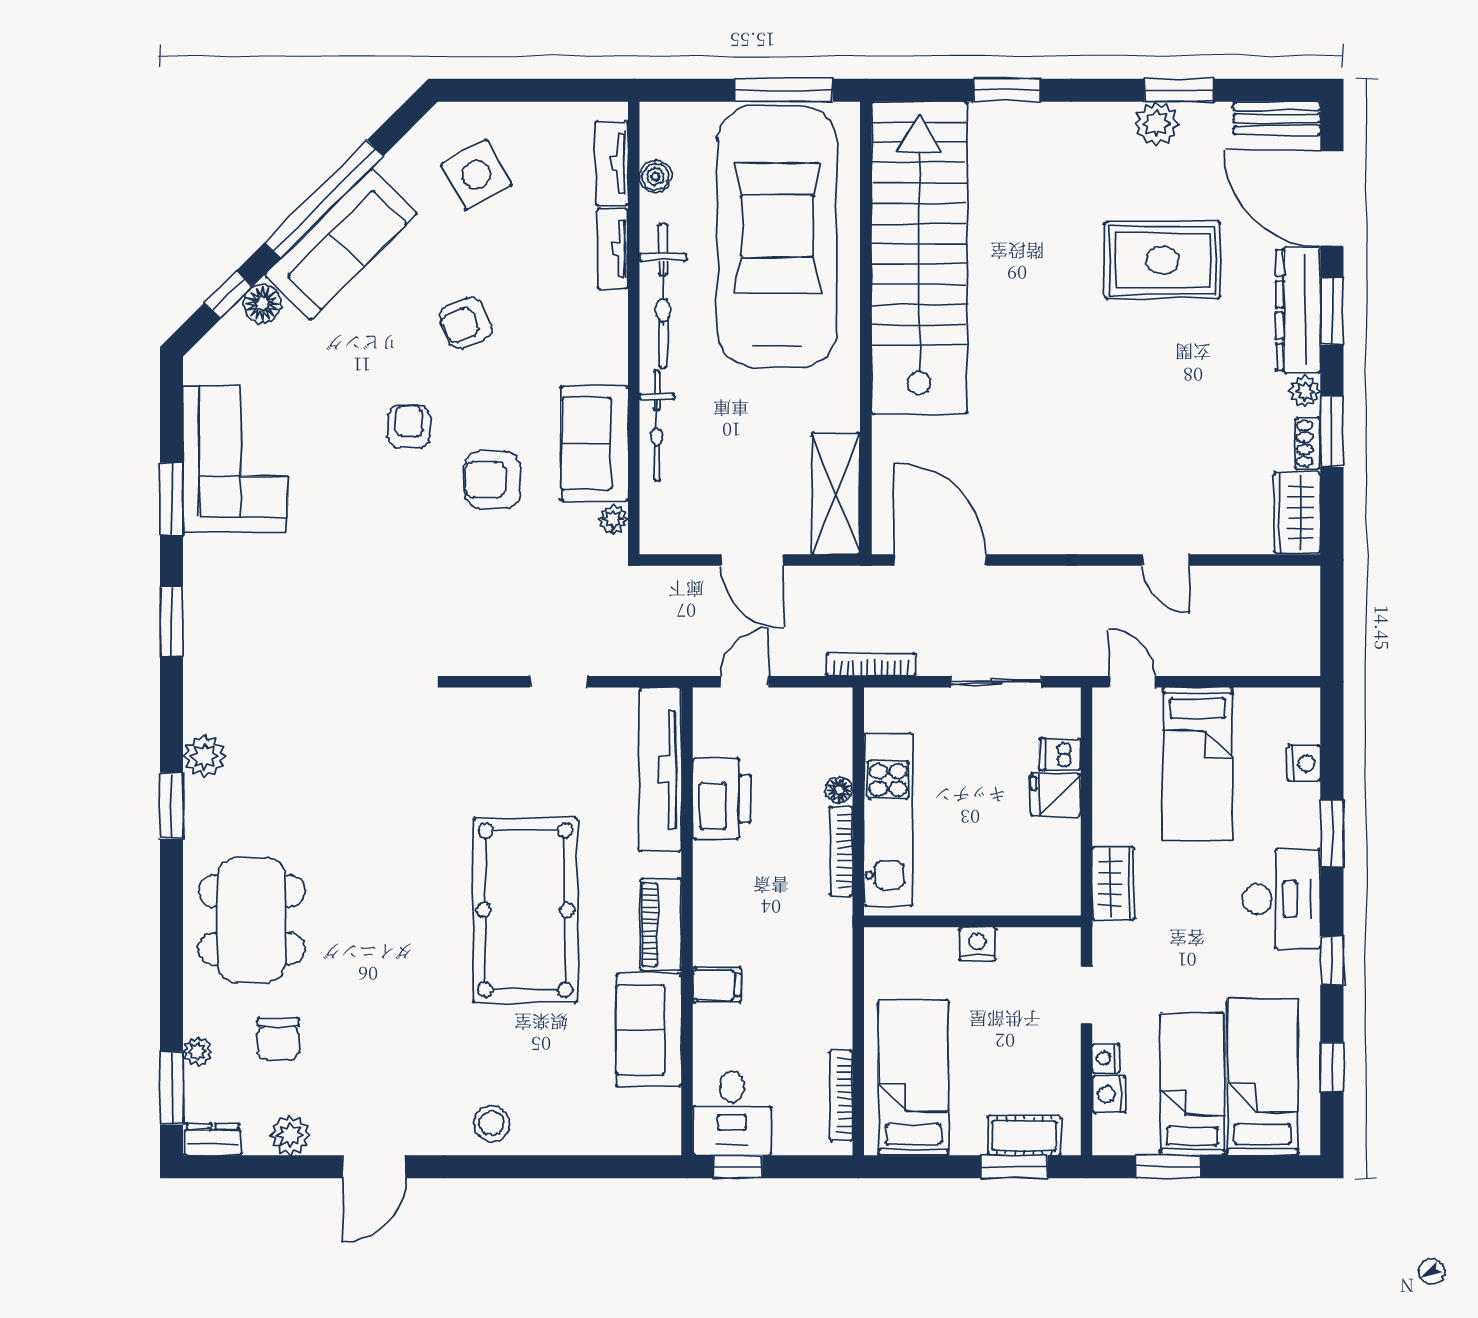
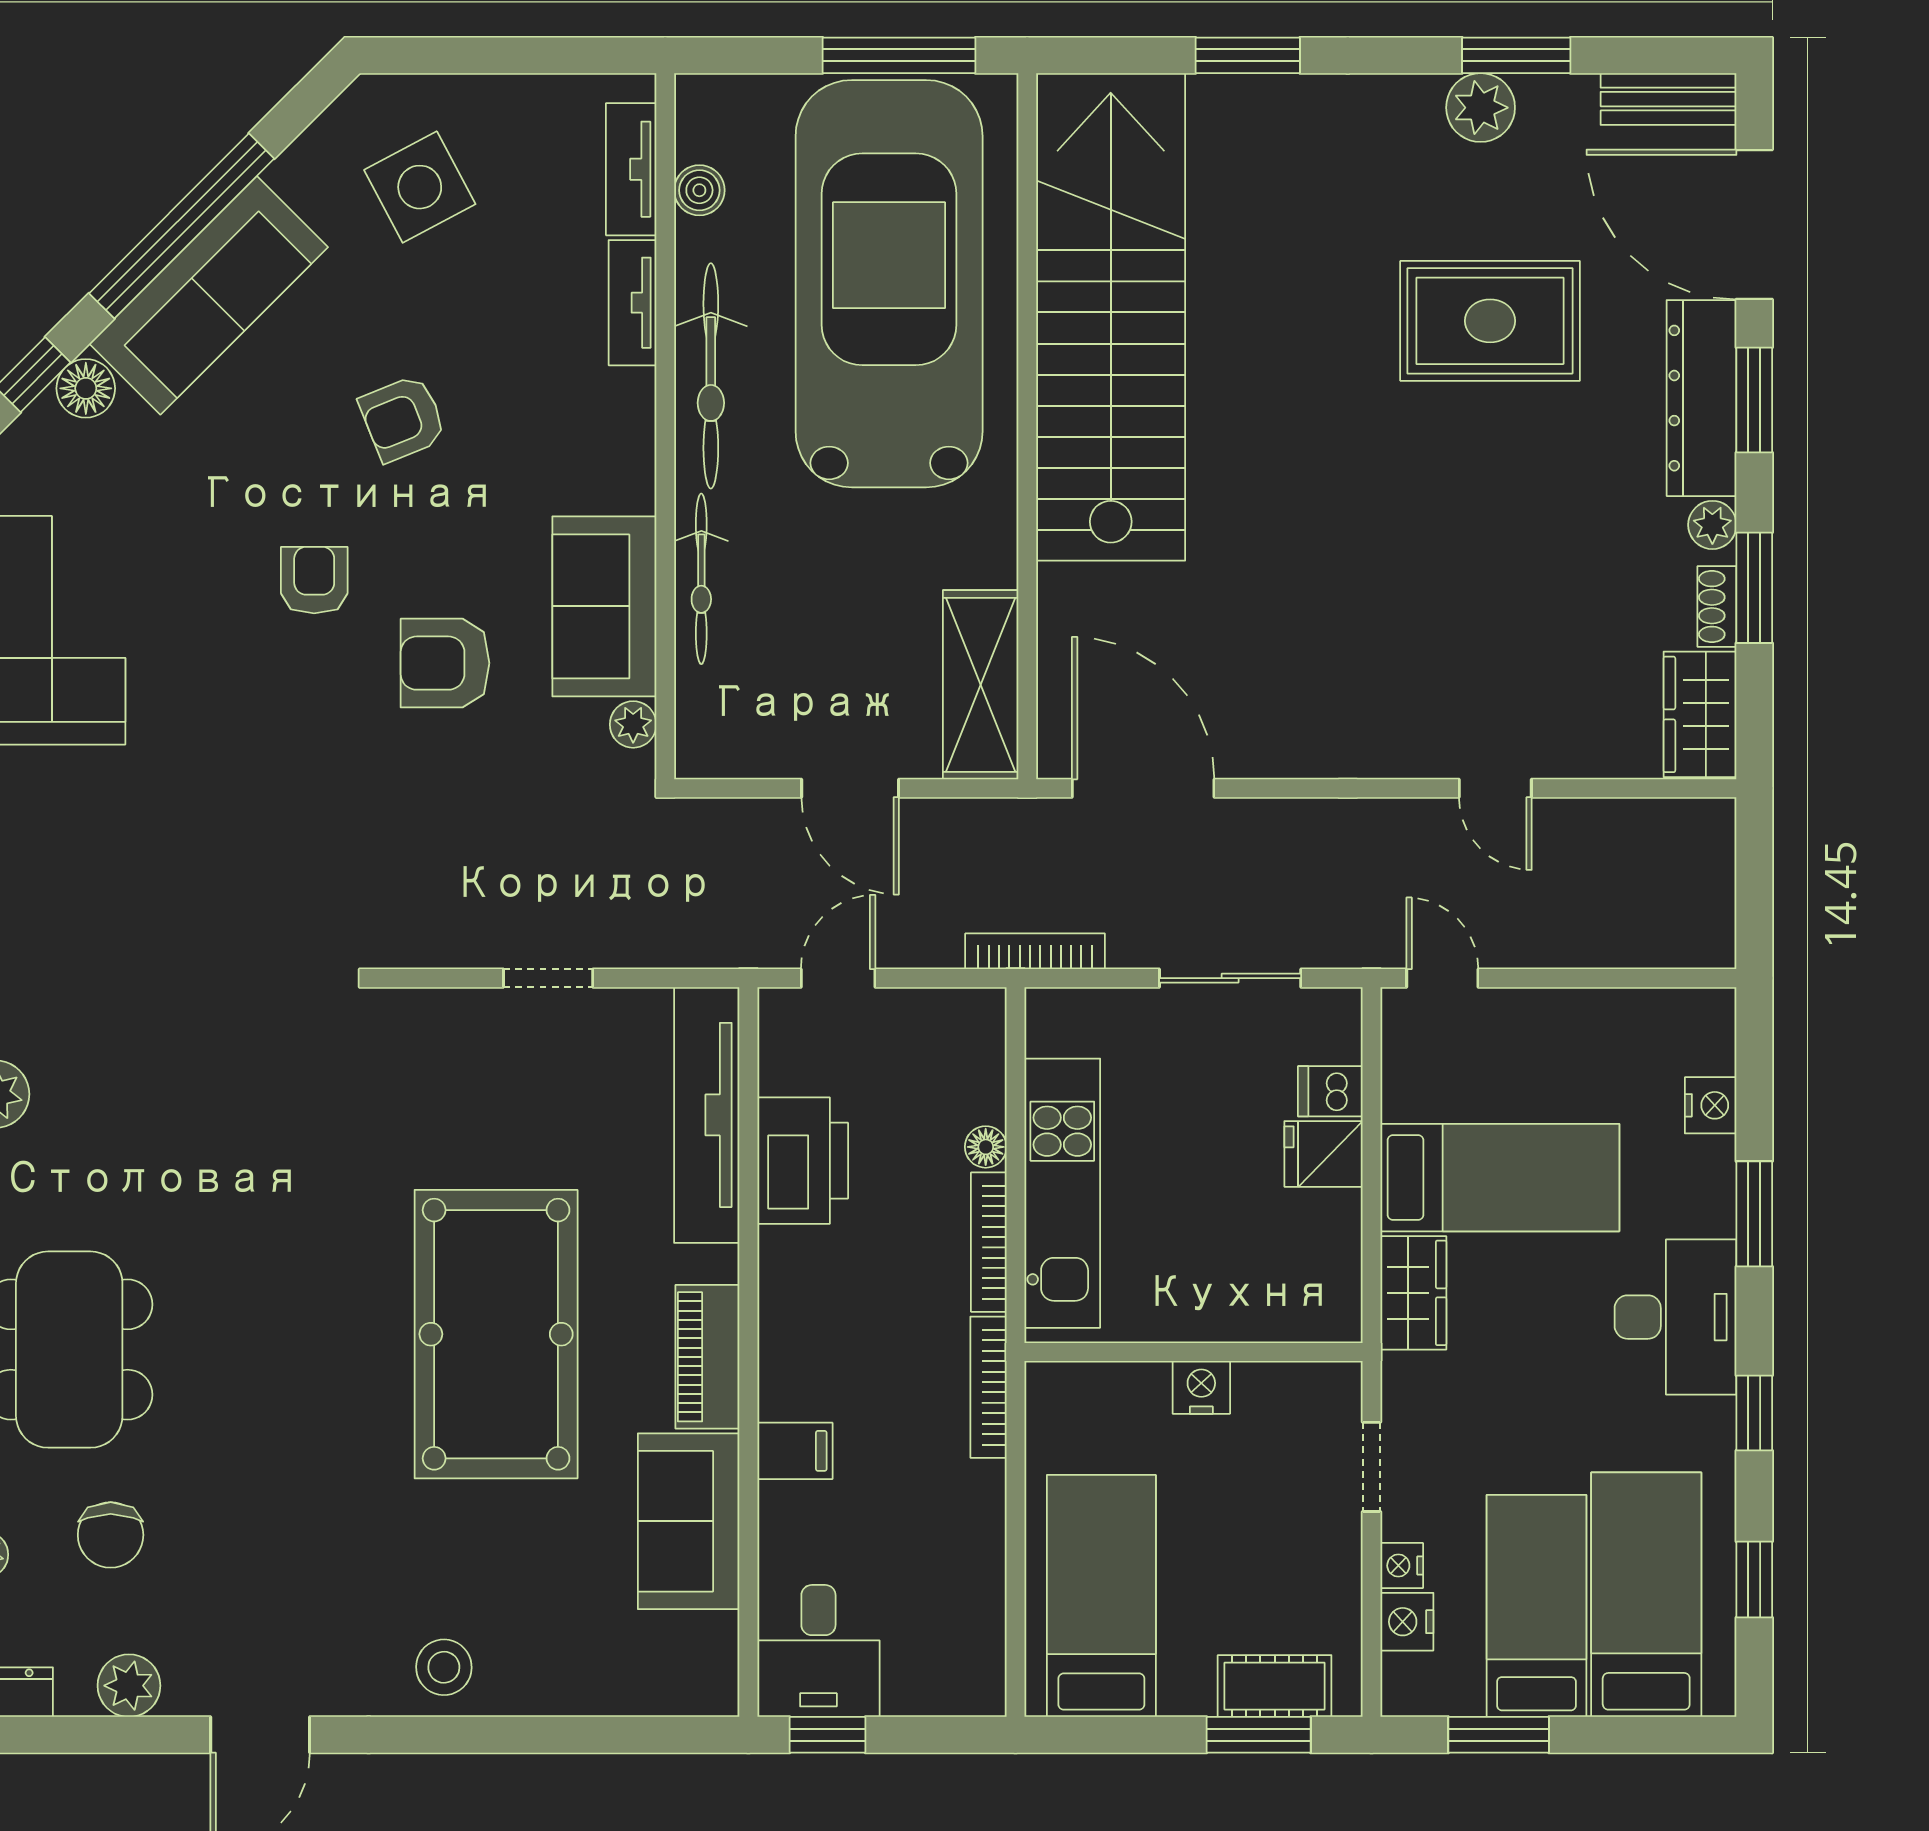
bed: (1198, 764) -> (1500, 1178), moved, turned -90
bookcase: (841, 1095) -> (988, 1387), moved

